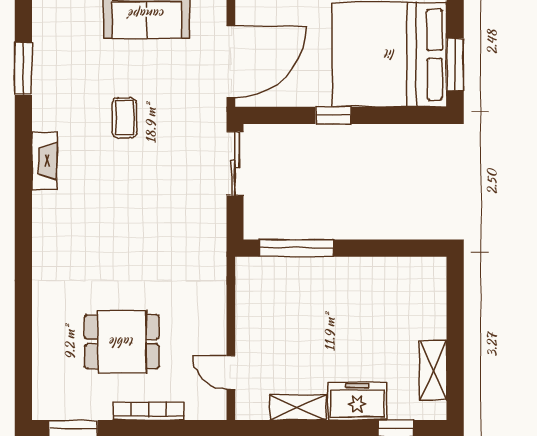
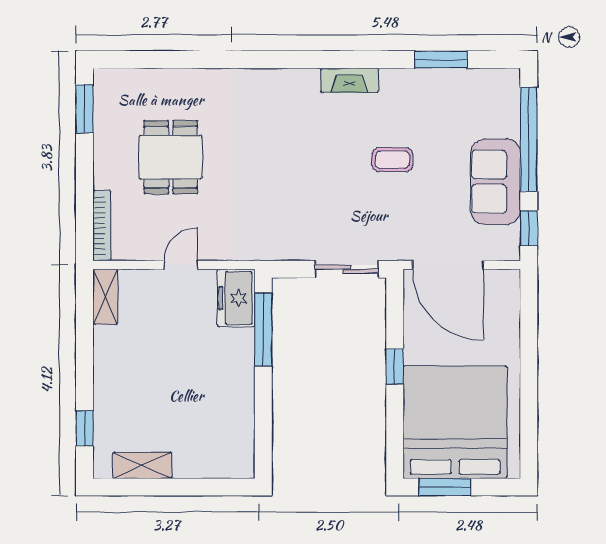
door: (231, 373) -> (181, 265), moved
freezer: (357, 401) -> (236, 298), moved, turned 180
shelving: (298, 408) -> (105, 297), moved
bookcase: (149, 411) -> (102, 226), moved

